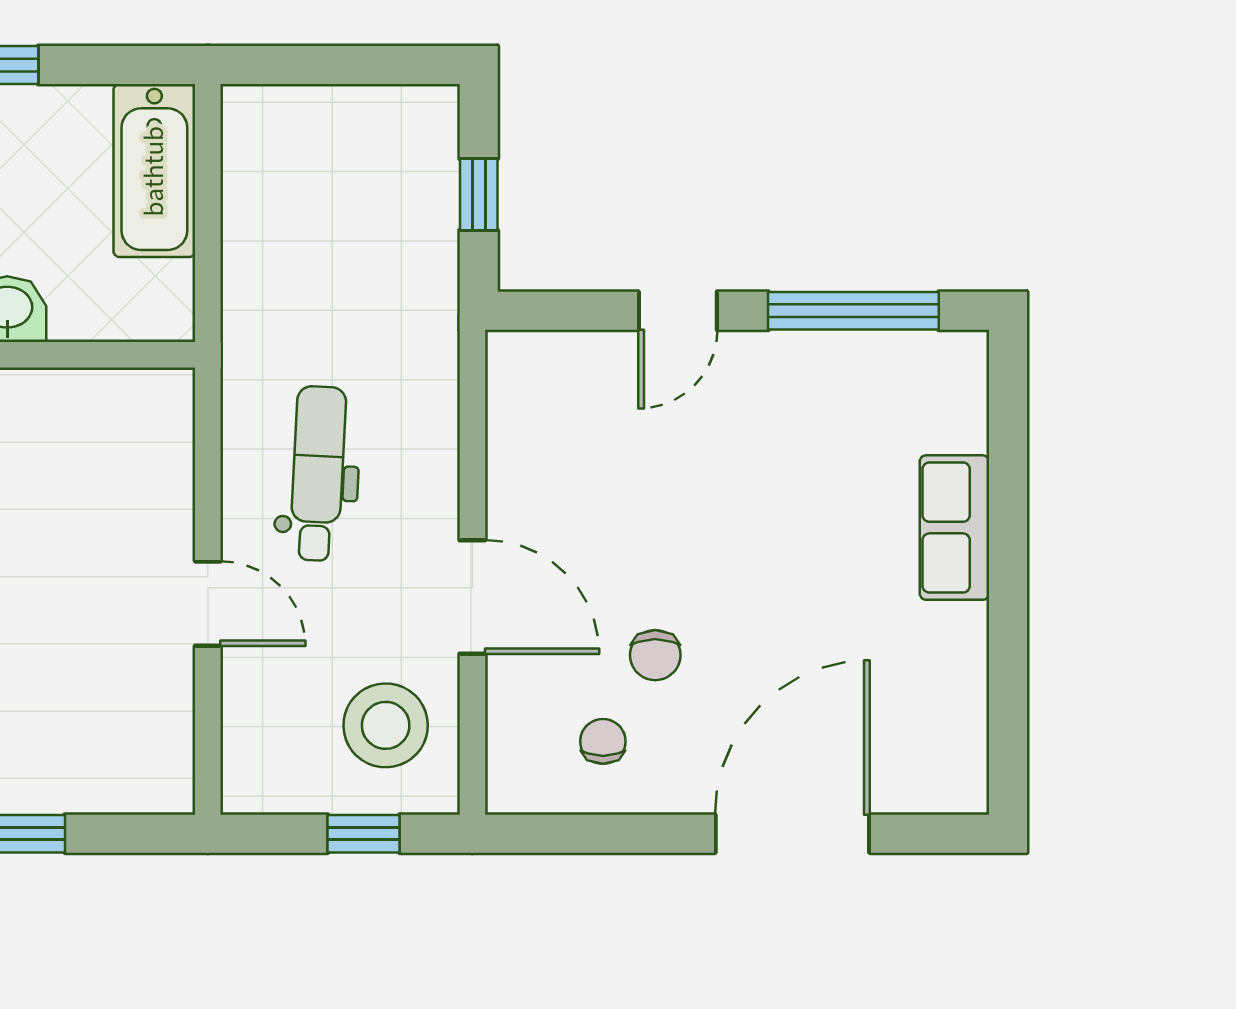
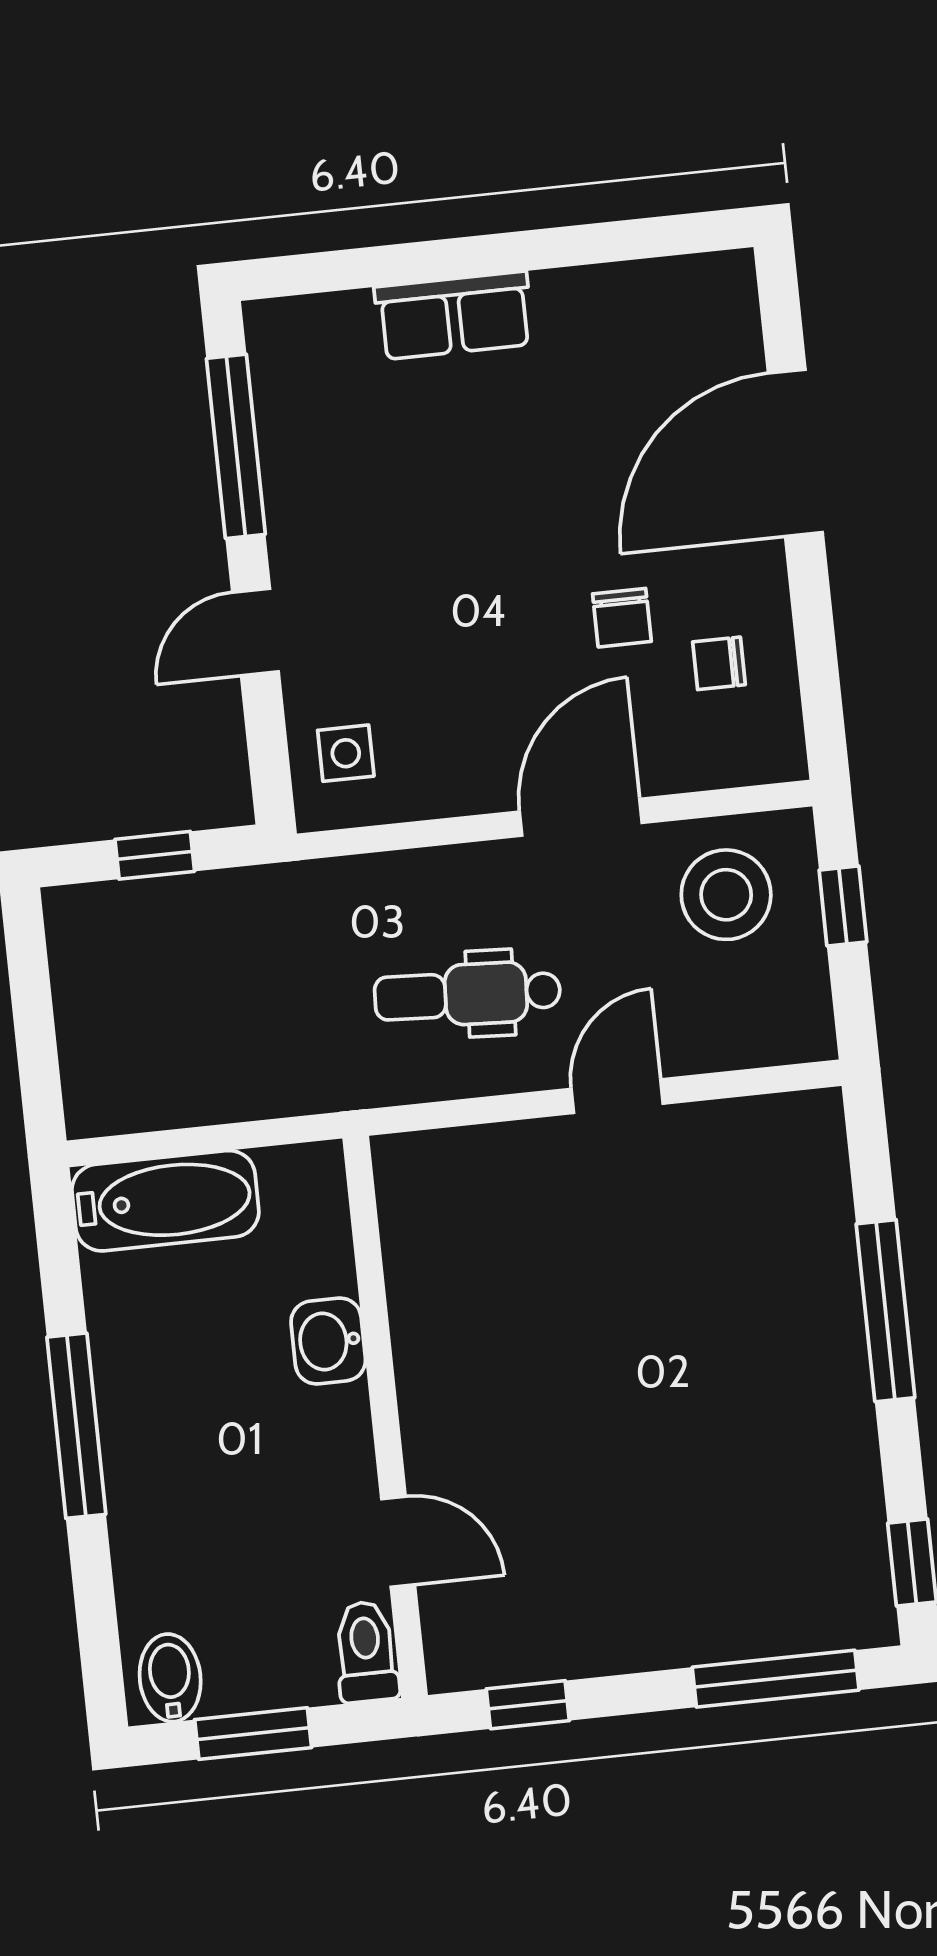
door: (678, 311) -> (255, 632), swing flipped
side table: (555, 383) -> (346, 753), added
chair: (655, 655) -> (622, 618), turned 90
door: (792, 834) -> (795, 453), hinge flipped

